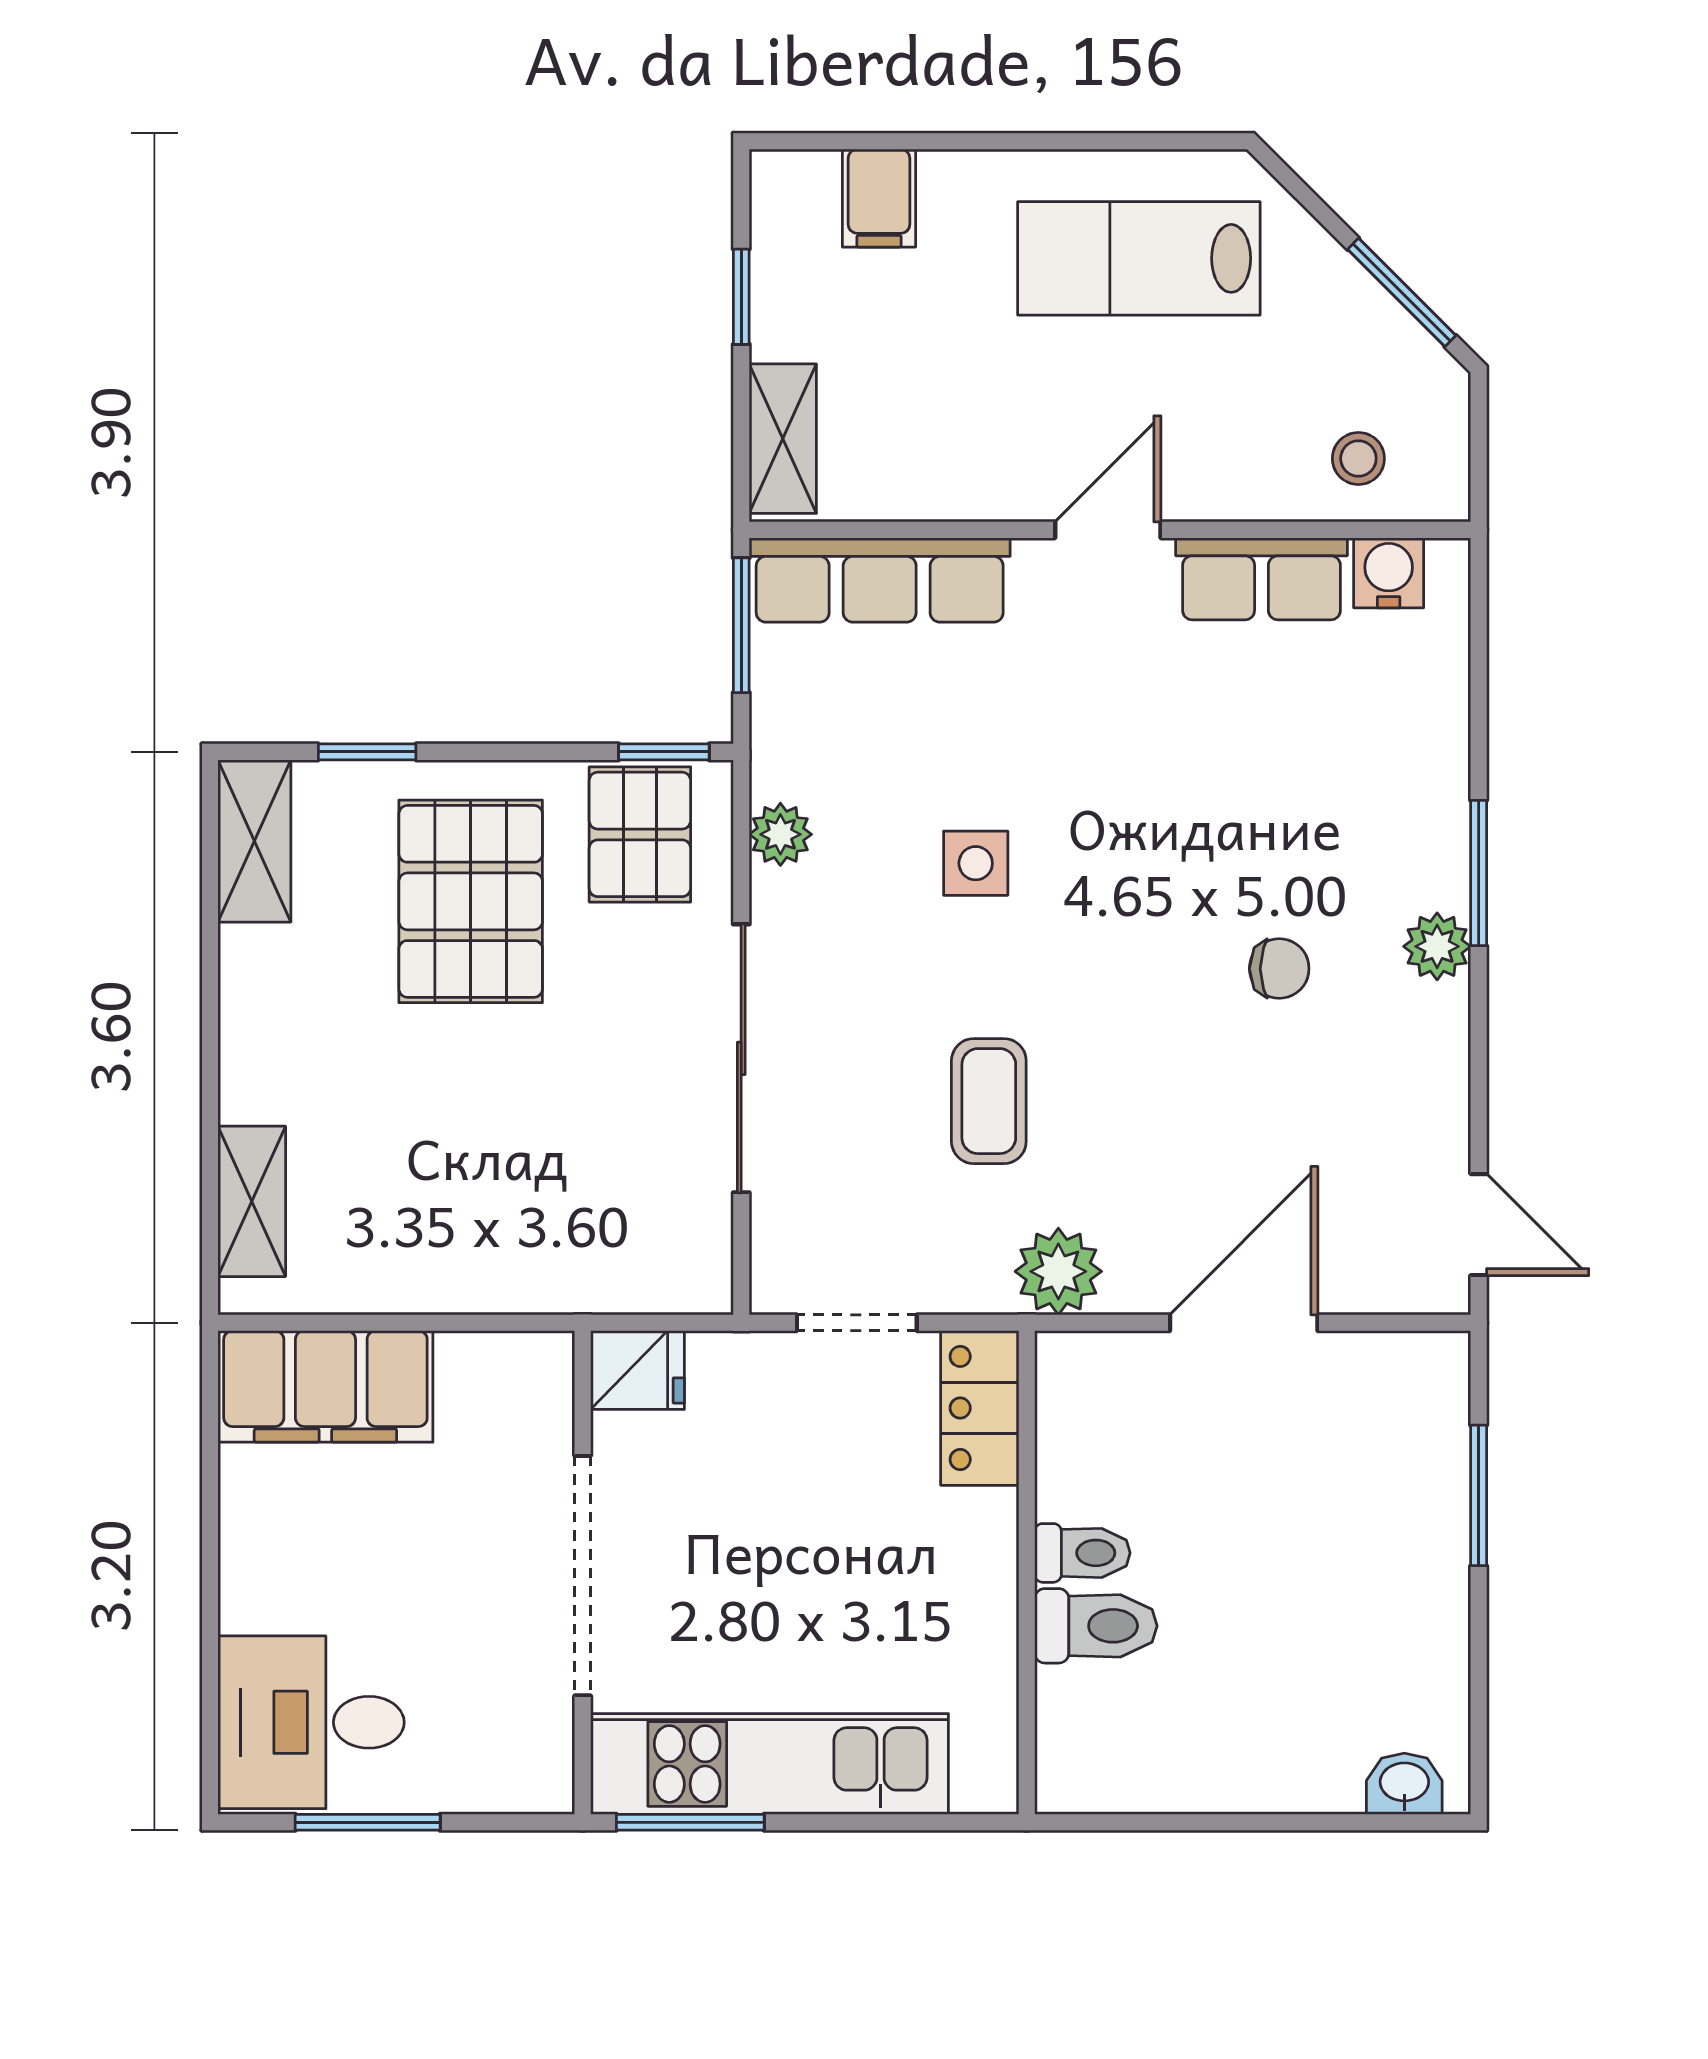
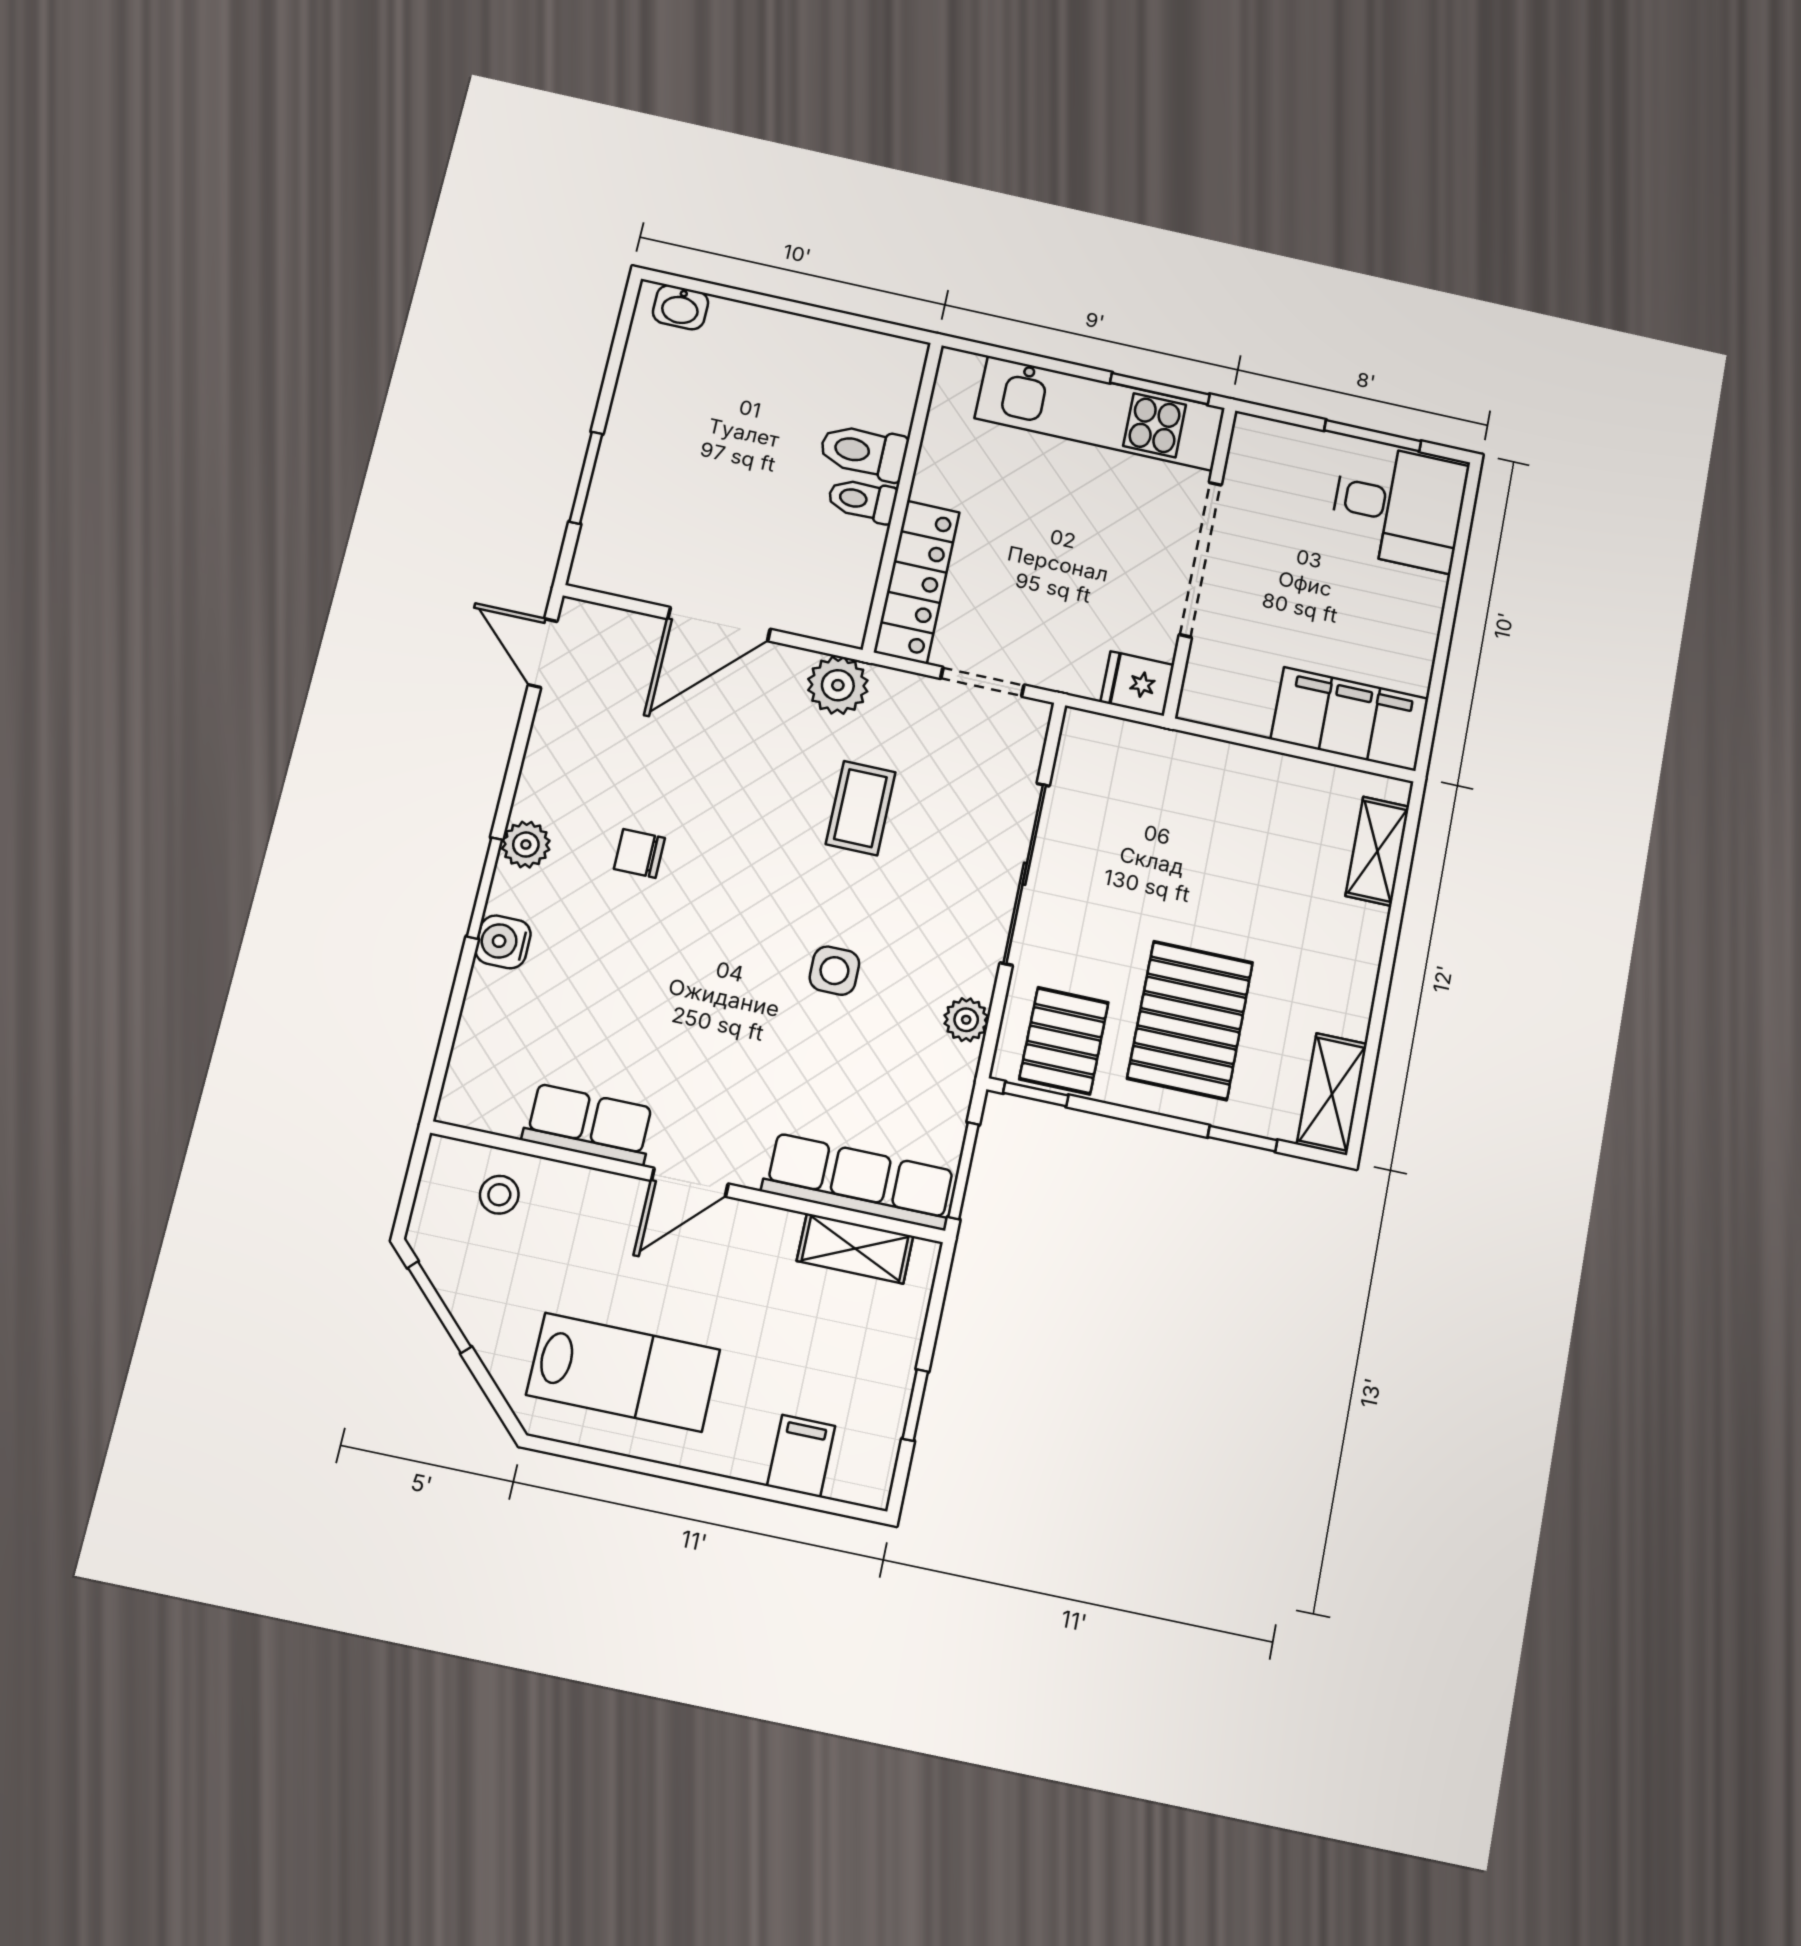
shelving: (783, 439) -> (855, 1248), moved, turned 90
water cooler: (1389, 573) -> (503, 942), moved, turned 90
locker: (980, 1408) -> (917, 582), width x1.53

